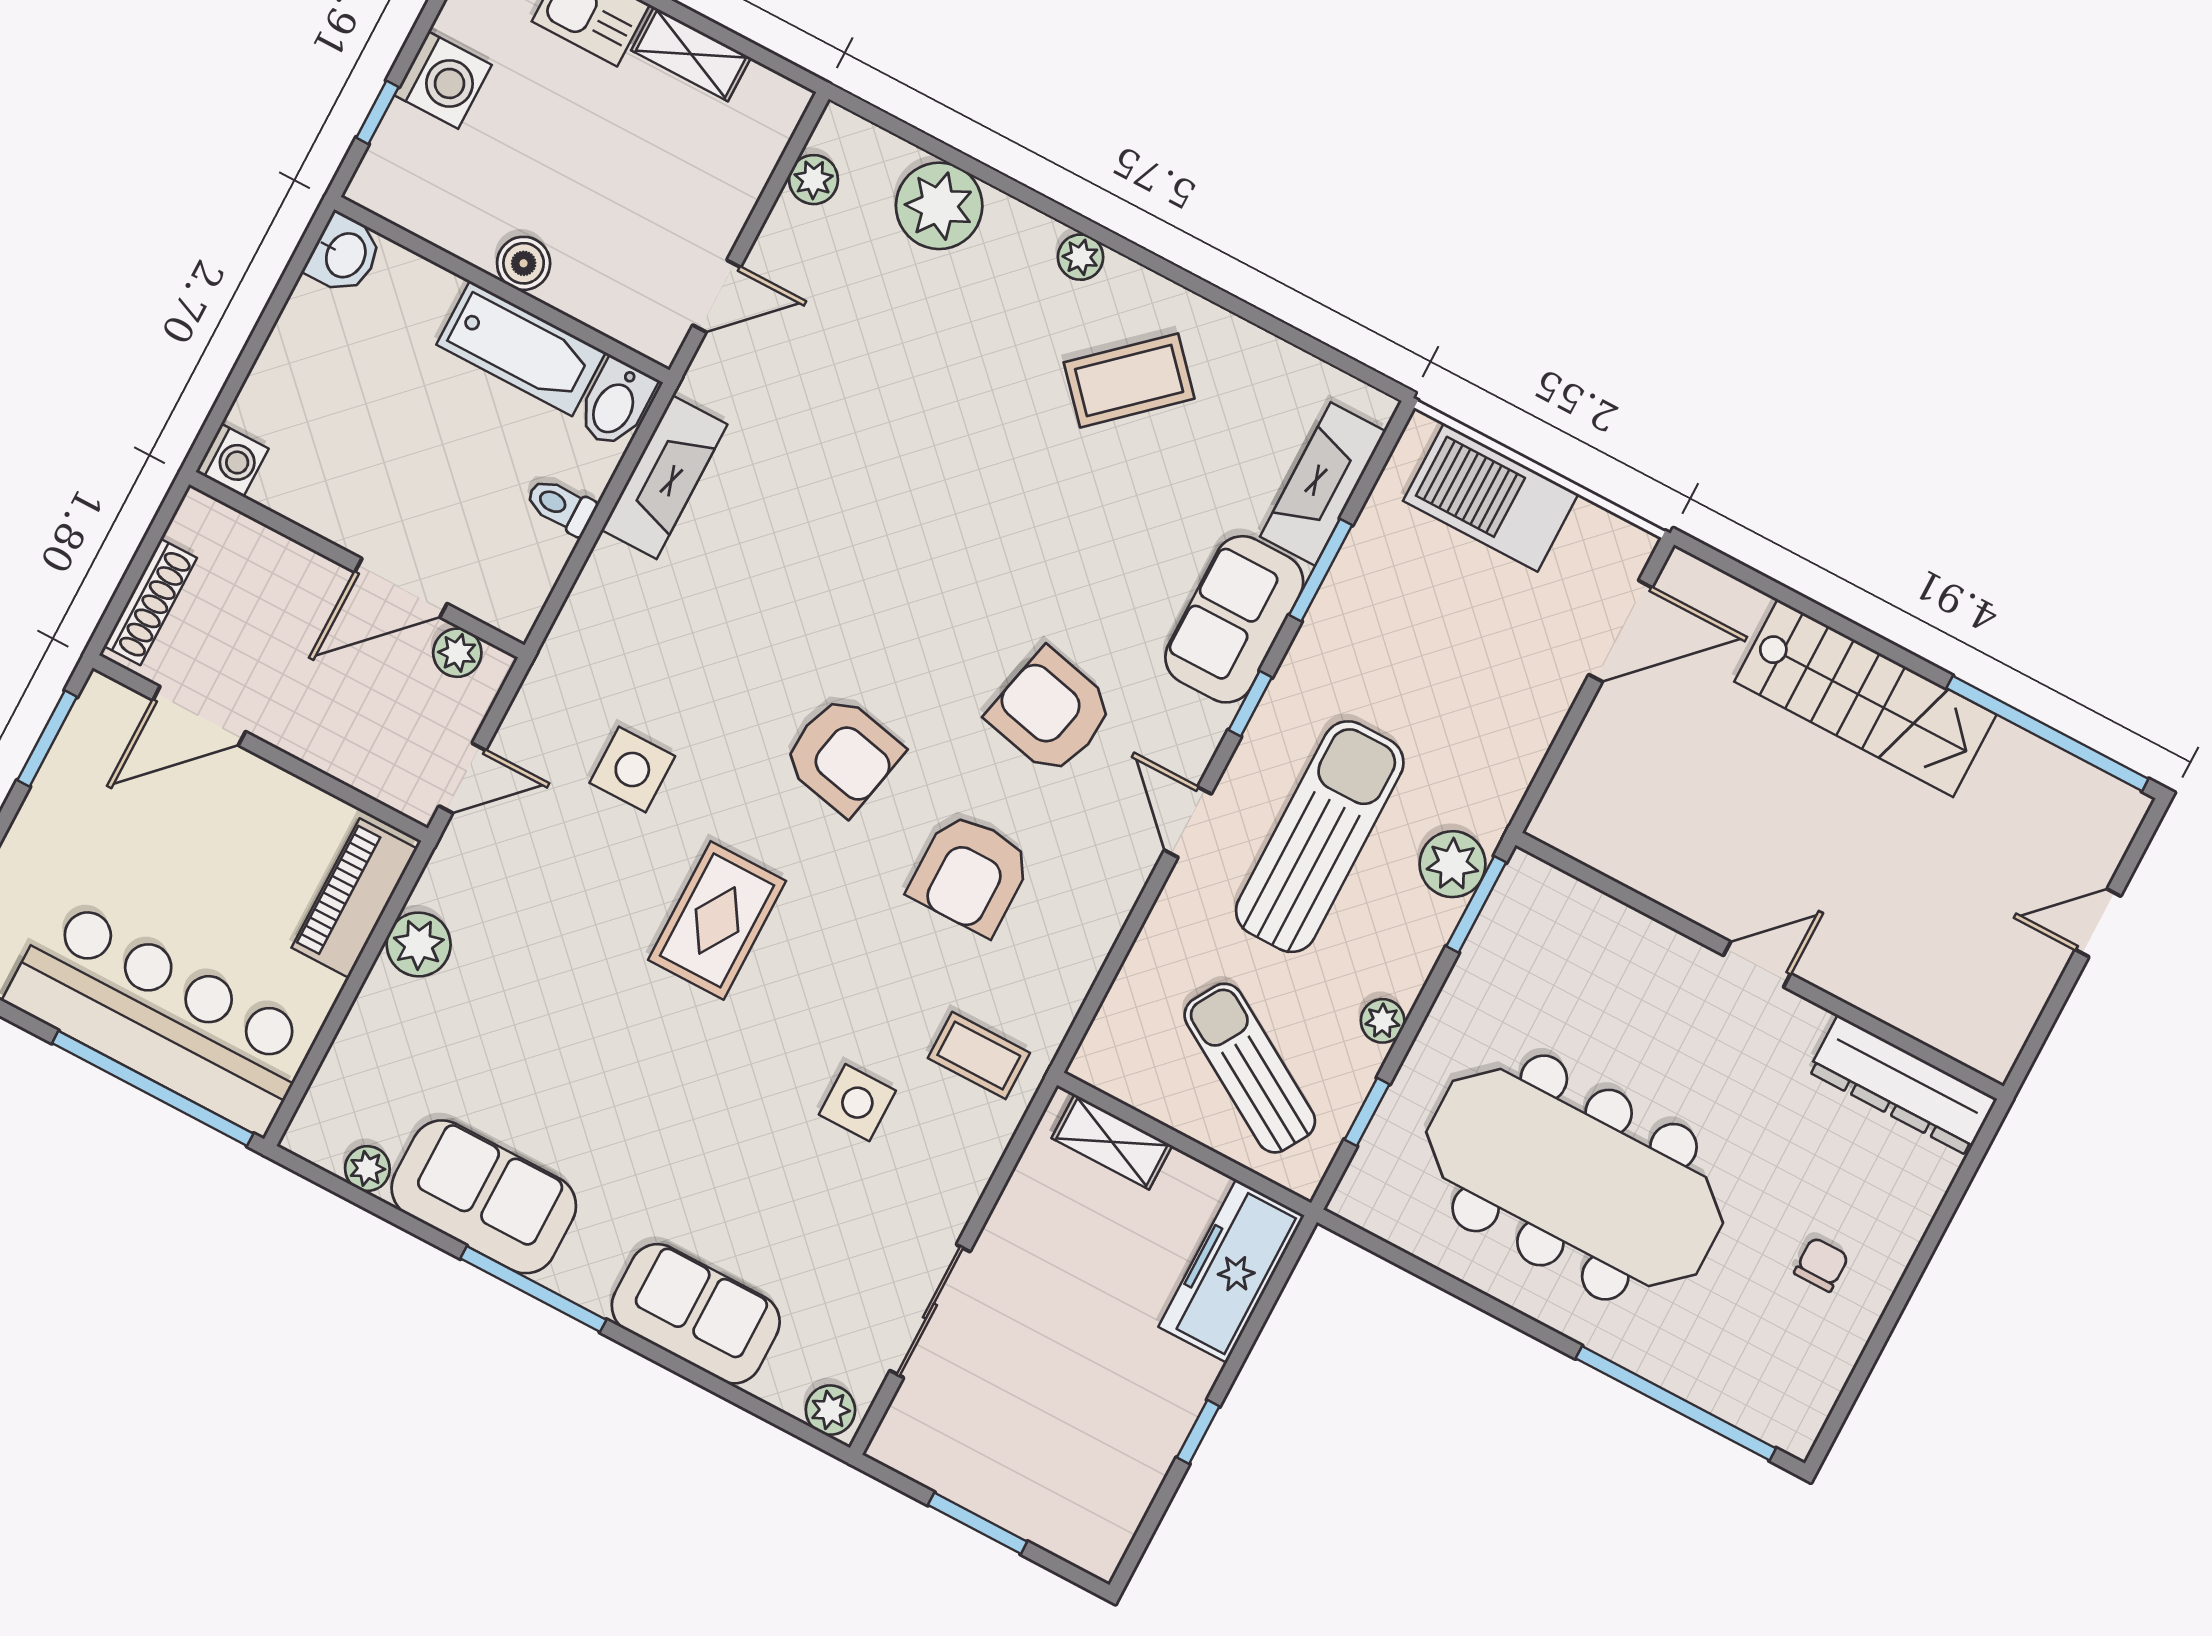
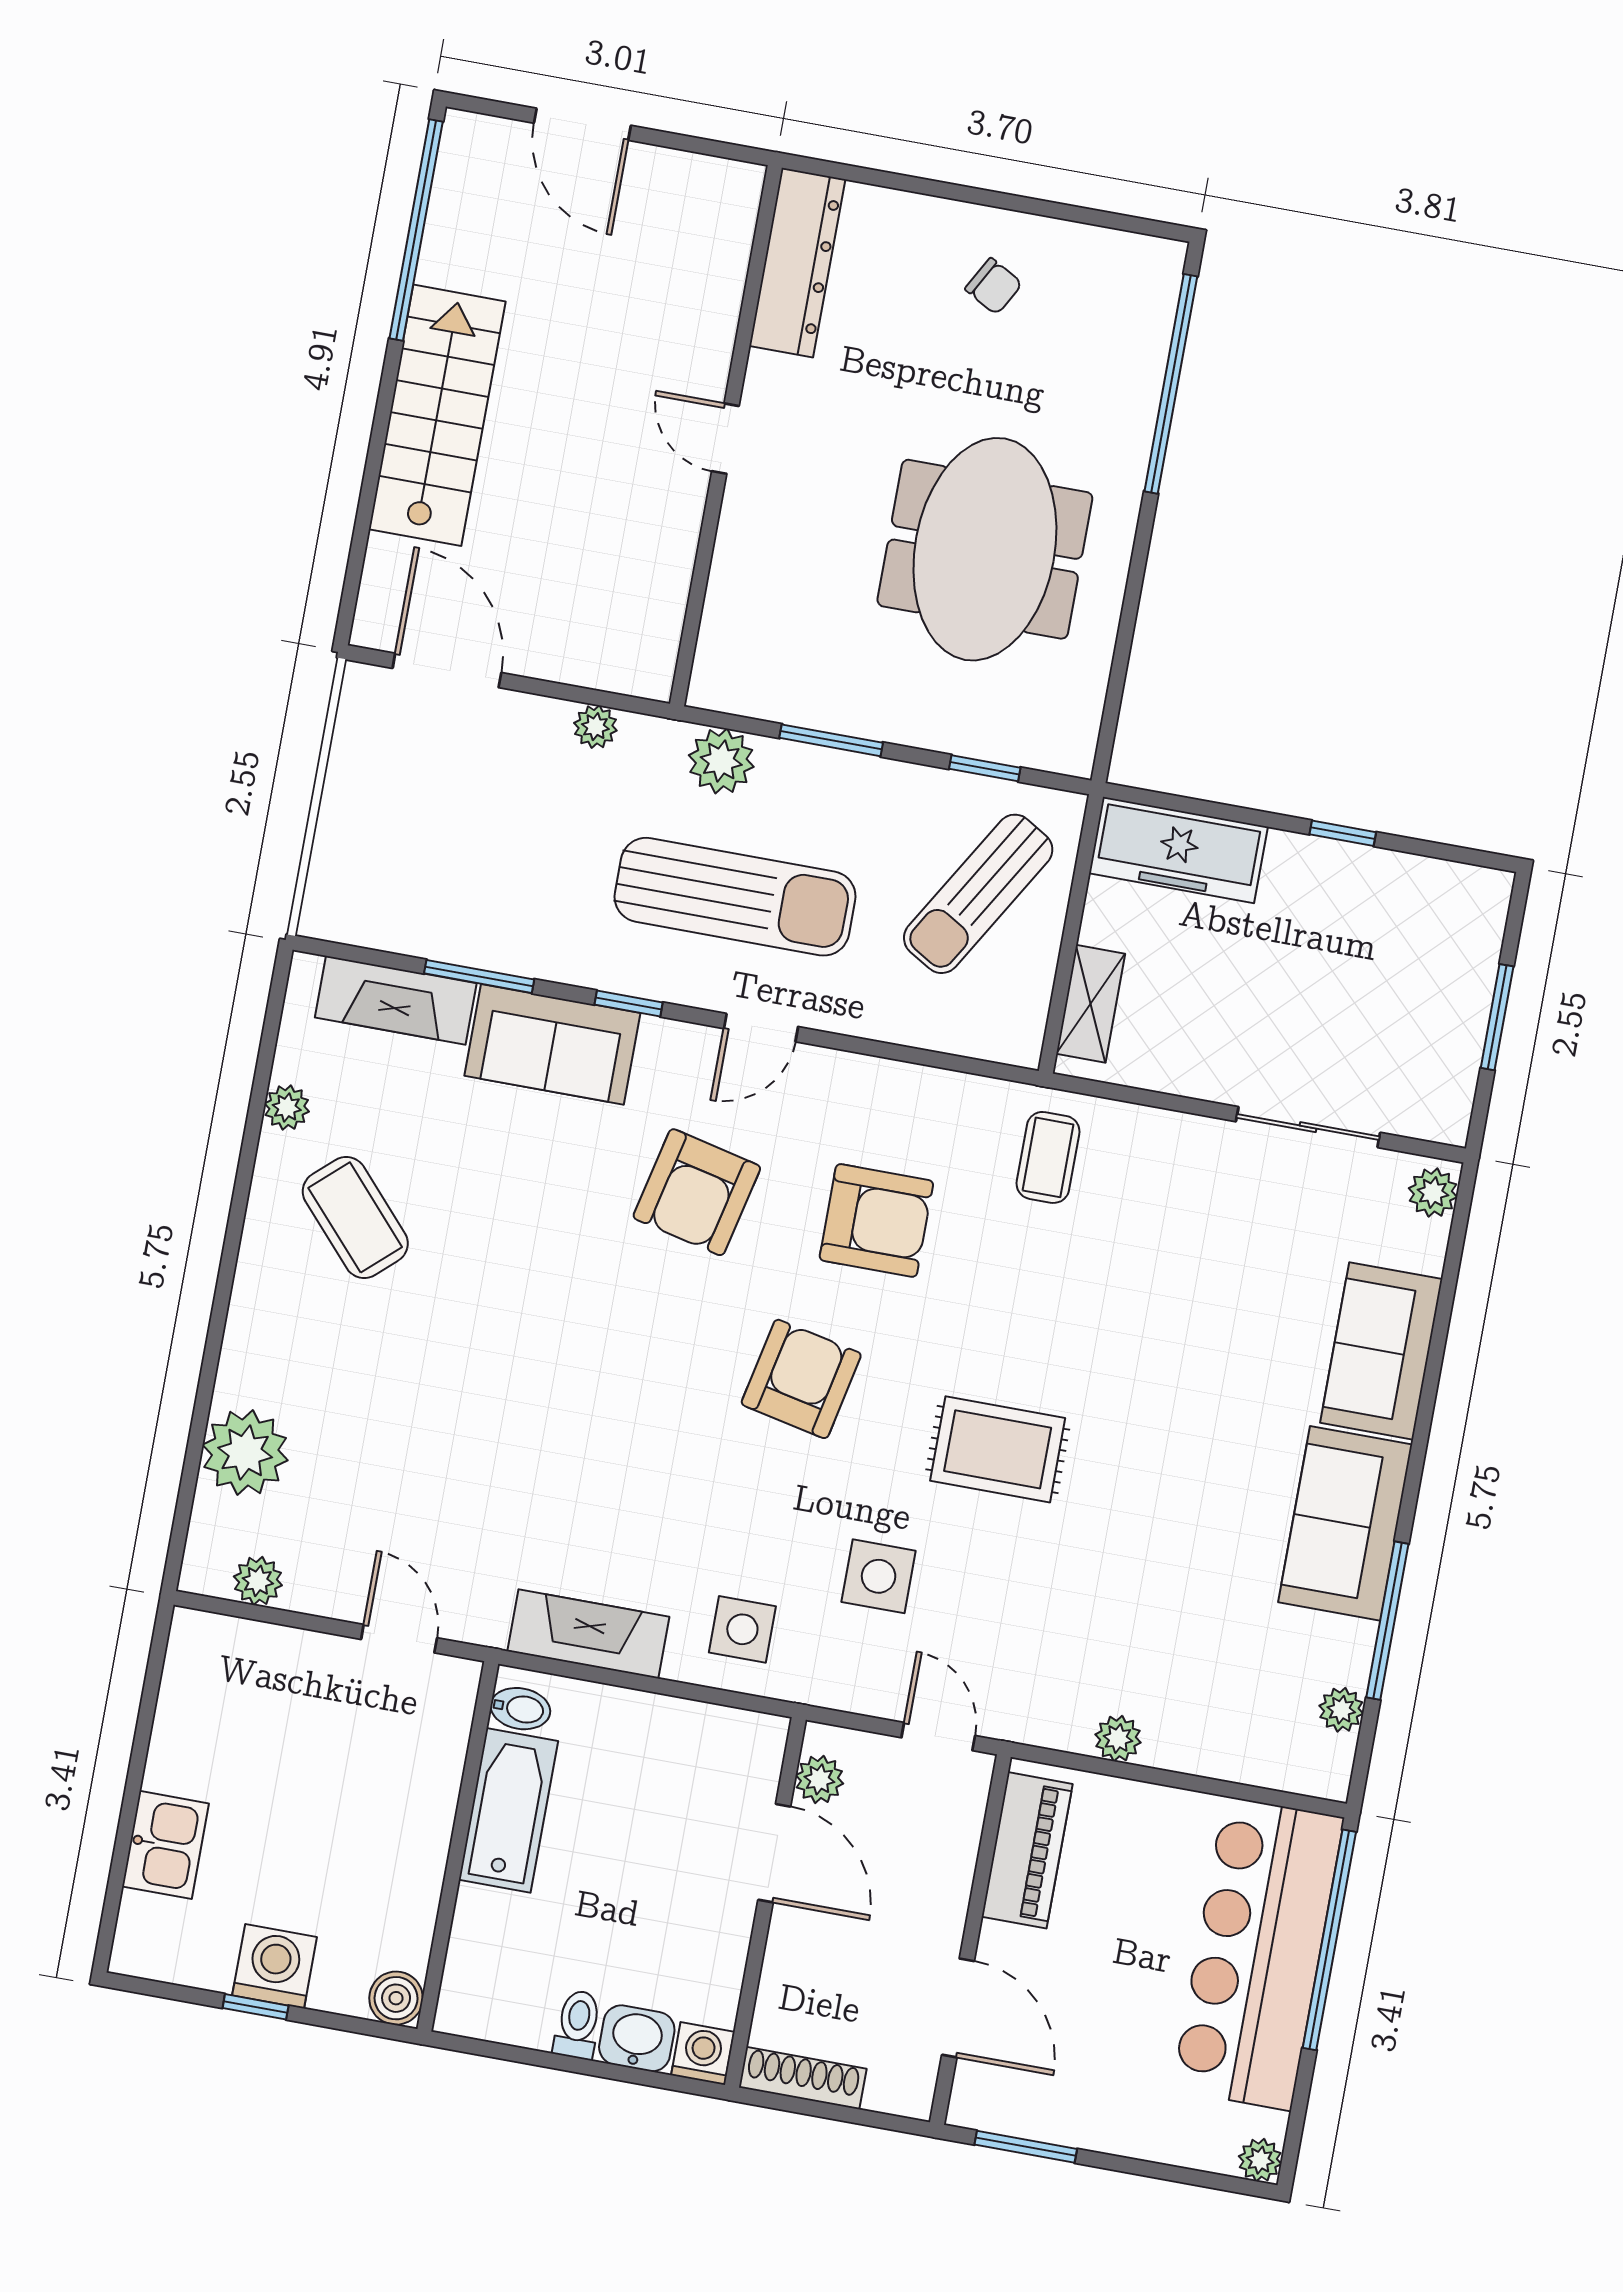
shelving: (691, 54) -> (175, 1736), removed
window: (377, 112) -> (256, 2007), moved
washbasin: (344, 254) -> (637, 2038), moved
plant: (1081, 257) -> (287, 1108), moved
boiler: (524, 263) -> (396, 1998), moved
bidet: (616, 403) -> (520, 1709), width x0.72, depth x0.74
barbecue: (1491, 497) -> (358, 835), removed
toilet: (561, 506) -> (578, 2025), moved, turned 180
shoe rack: (150, 602) -> (803, 2078), moved
sun lounger: (1320, 837) -> (735, 897), turned 180
piano: (354, 898) -> (1027, 1850), moved, turned -90
window: (1476, 904) -> (831, 740), moved
door: (2098, 923) -> (582, 124), width x1.37
plant: (419, 944) -> (1118, 1738), width x0.73, depth x0.73
plant: (1383, 1021) -> (595, 727), moved
side table: (857, 1103) -> (742, 1629), moved
meeting table: (1575, 1178) -> (985, 549), width x0.73
sofa: (484, 1197) -> (1345, 1523), moved
chair: (1821, 1264) -> (994, 286), turned -151
window: (533, 1289) -> (1387, 1621), moved

